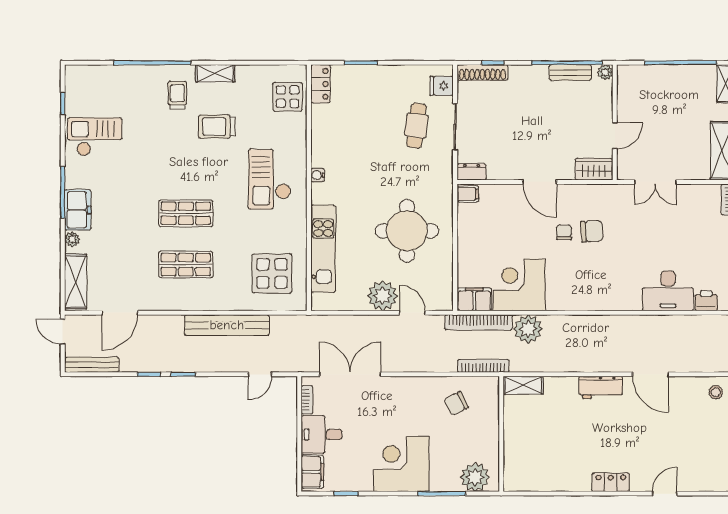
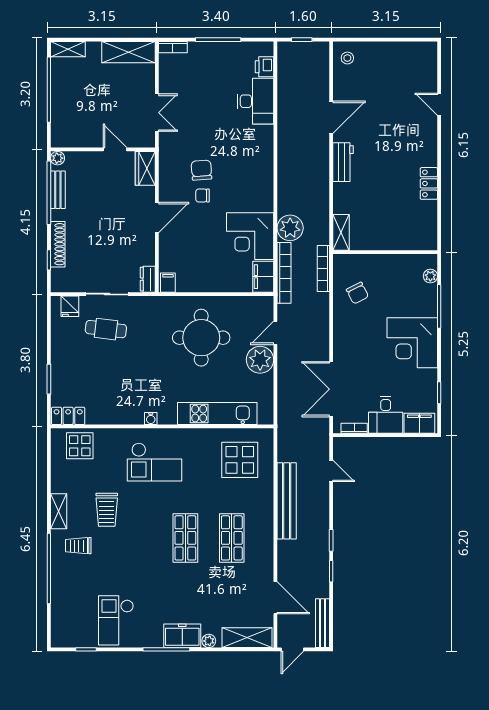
shoe rack: (482, 72) -> (58, 244), moved
plant: (475, 477) -> (430, 276), width x0.53, depth x0.53
locker: (611, 482) -> (429, 183), moved

